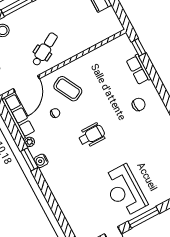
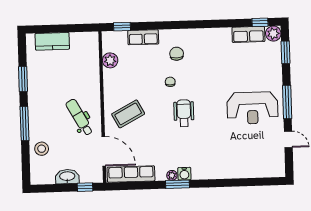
plant: (105, 51) -> (110, 60), added
chair: (55, 113) -> (170, 82), moved
plant: (30, 142) -> (172, 175), moved

